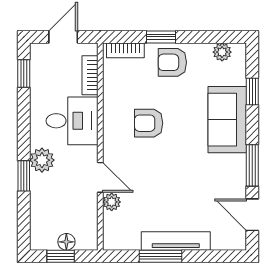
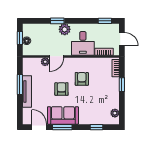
armchair: (172, 62) -> (61, 89), moved
sofa: (227, 120) -> (63, 115), moved
door: (252, 215) -> (39, 127), hinge flipped

